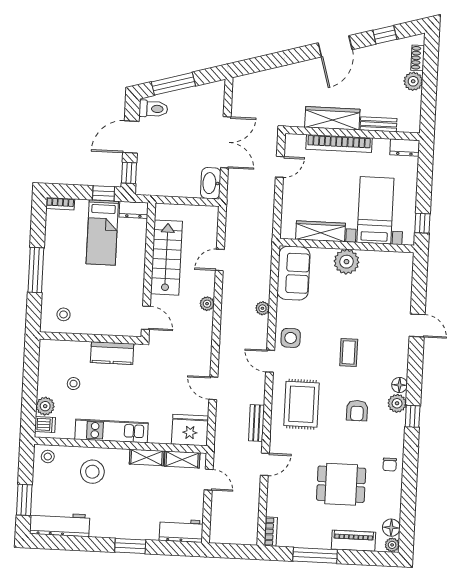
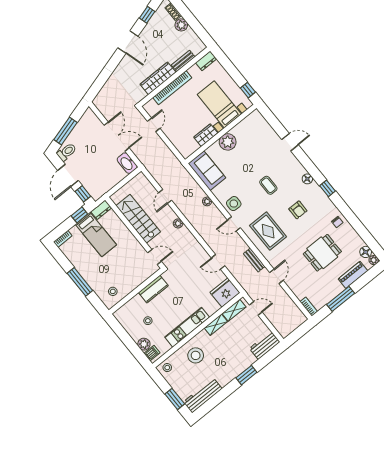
wardrobe: (321, 231) -> (206, 135), width x0.67
plant: (397, 403) -> (314, 189), removed

